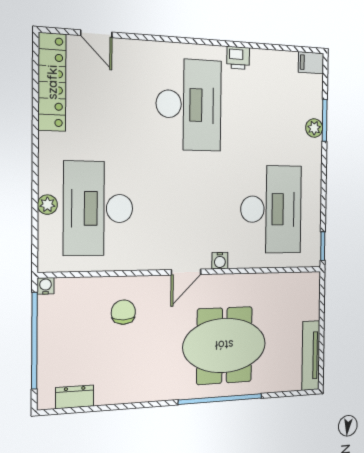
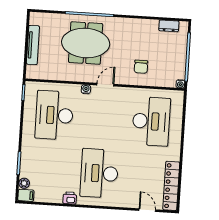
plant: (314, 128) -> (24, 183), moved
plant: (47, 205) -> (177, 125), removed
tv unit: (311, 355) -> (33, 45), moved

